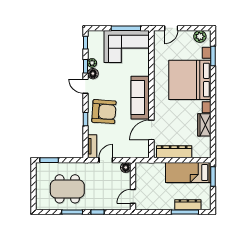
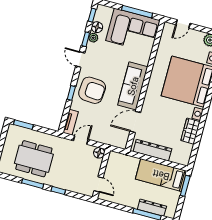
floor lamp: (93, 74) -> (97, 27), moved
door: (133, 196) -> (99, 184), swing flipped

